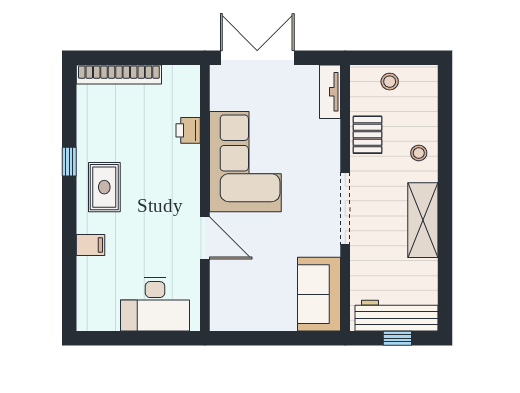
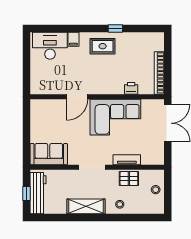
bookcase: (119, 74) -> (159, 73), moved
tv unit: (330, 92) -> (127, 160), moved
doorway: (345, 208) -> (92, 167), width x0.73
desk: (155, 304) -> (50, 46), moved, turned 90

